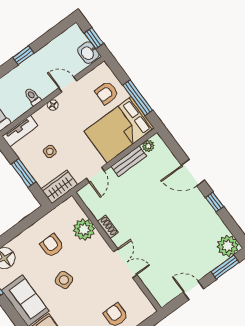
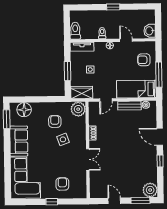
window: (94, 38) -> (158, 25), removed
bed: (119, 130) -> (136, 89), width x0.67
plant: (84, 230) -> (78, 109), moved
side table: (64, 280) -> (63, 139), moved

